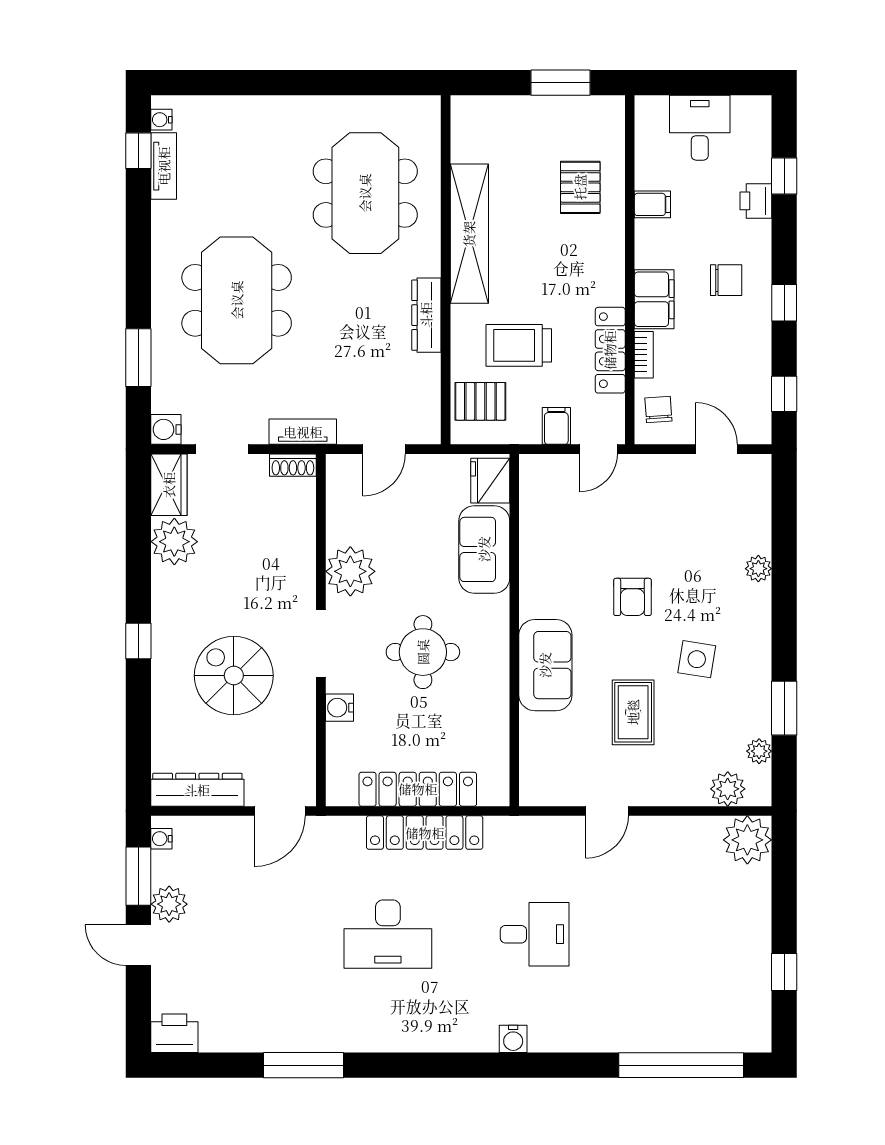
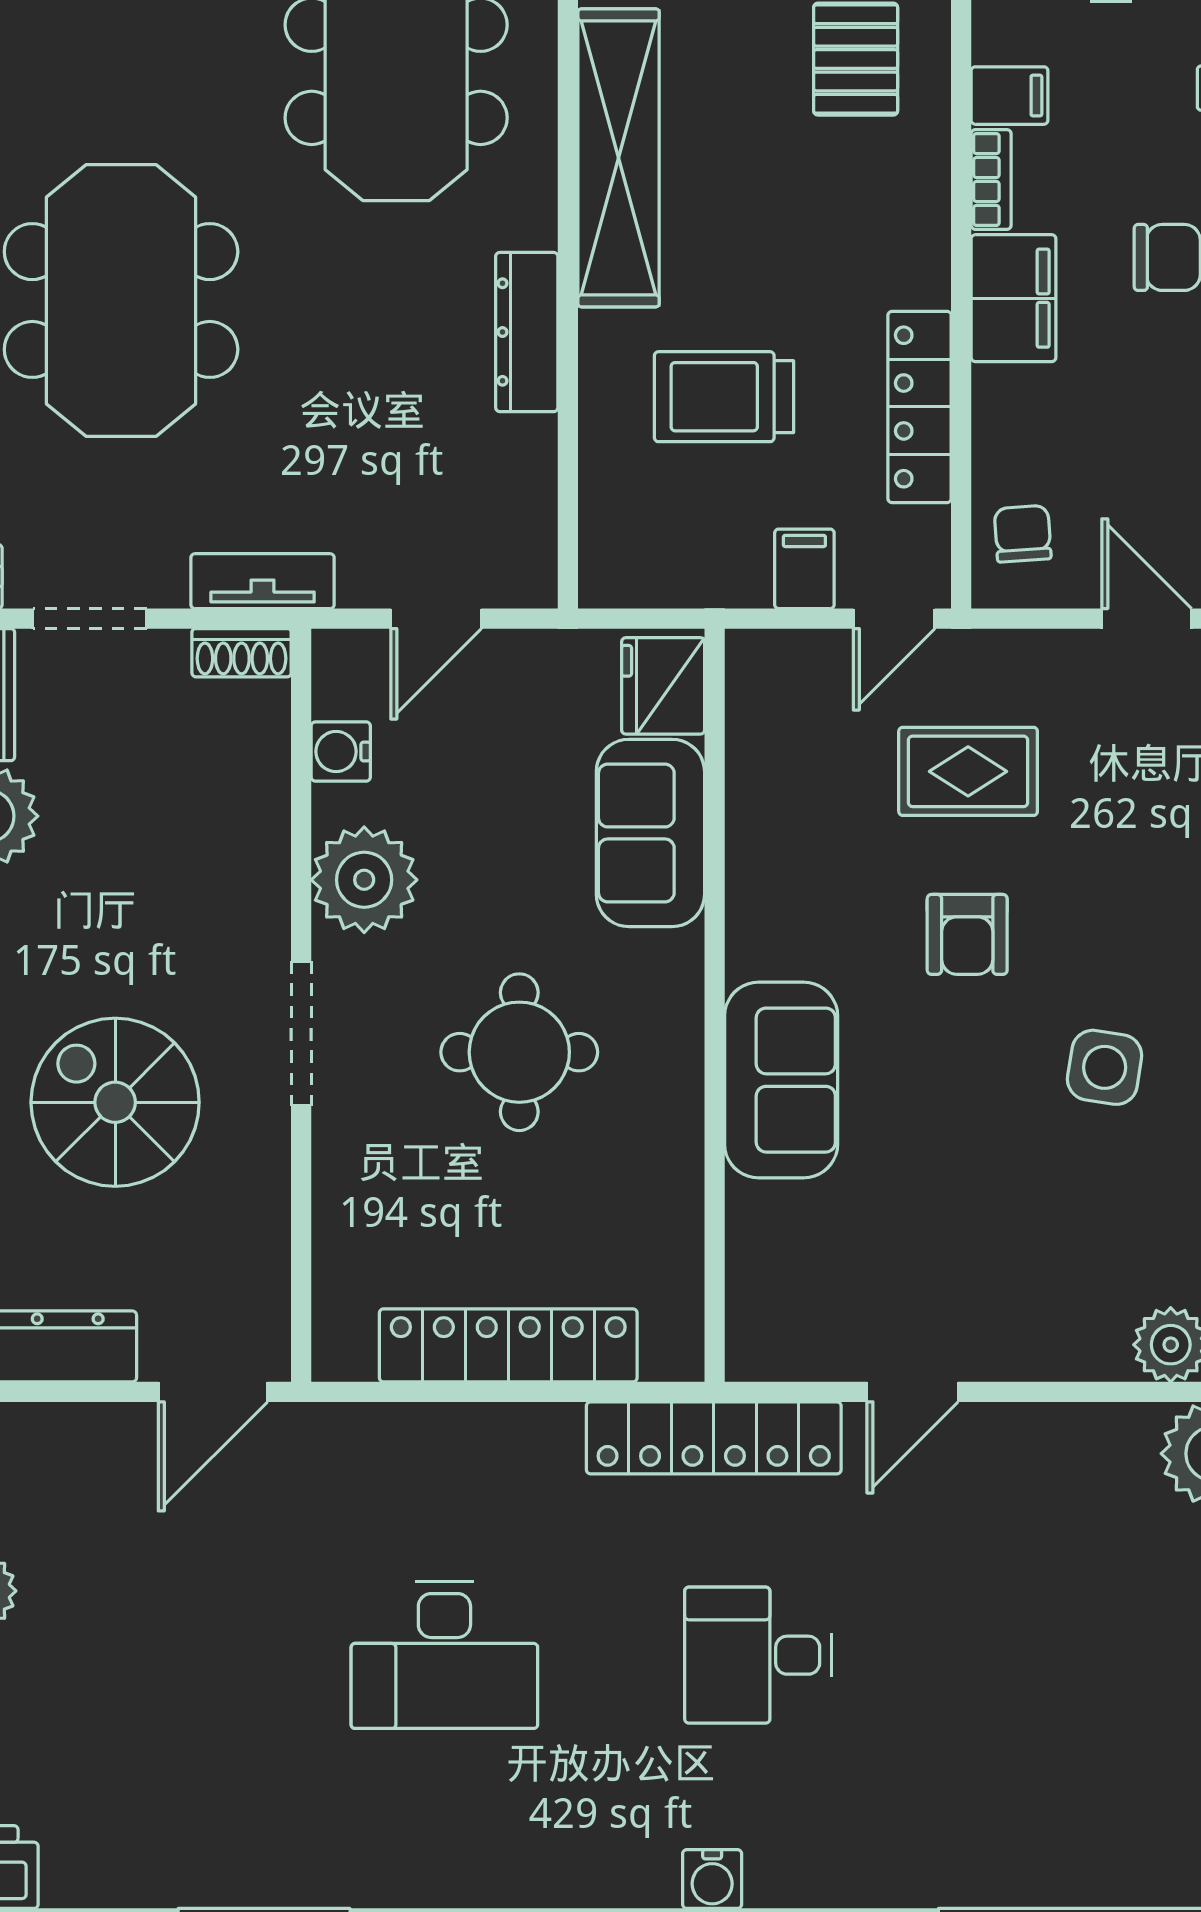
bookcase: (644, 355) -> (991, 179), moved
pallet: (480, 401) -> (642, 516), removed
water cooler: (339, 708) -> (341, 752), moved
rug: (633, 712) -> (968, 771), moved, turned 90
locker: (425, 833) -> (714, 1438), moved
desk: (535, 934) -> (758, 1655), turned 180

